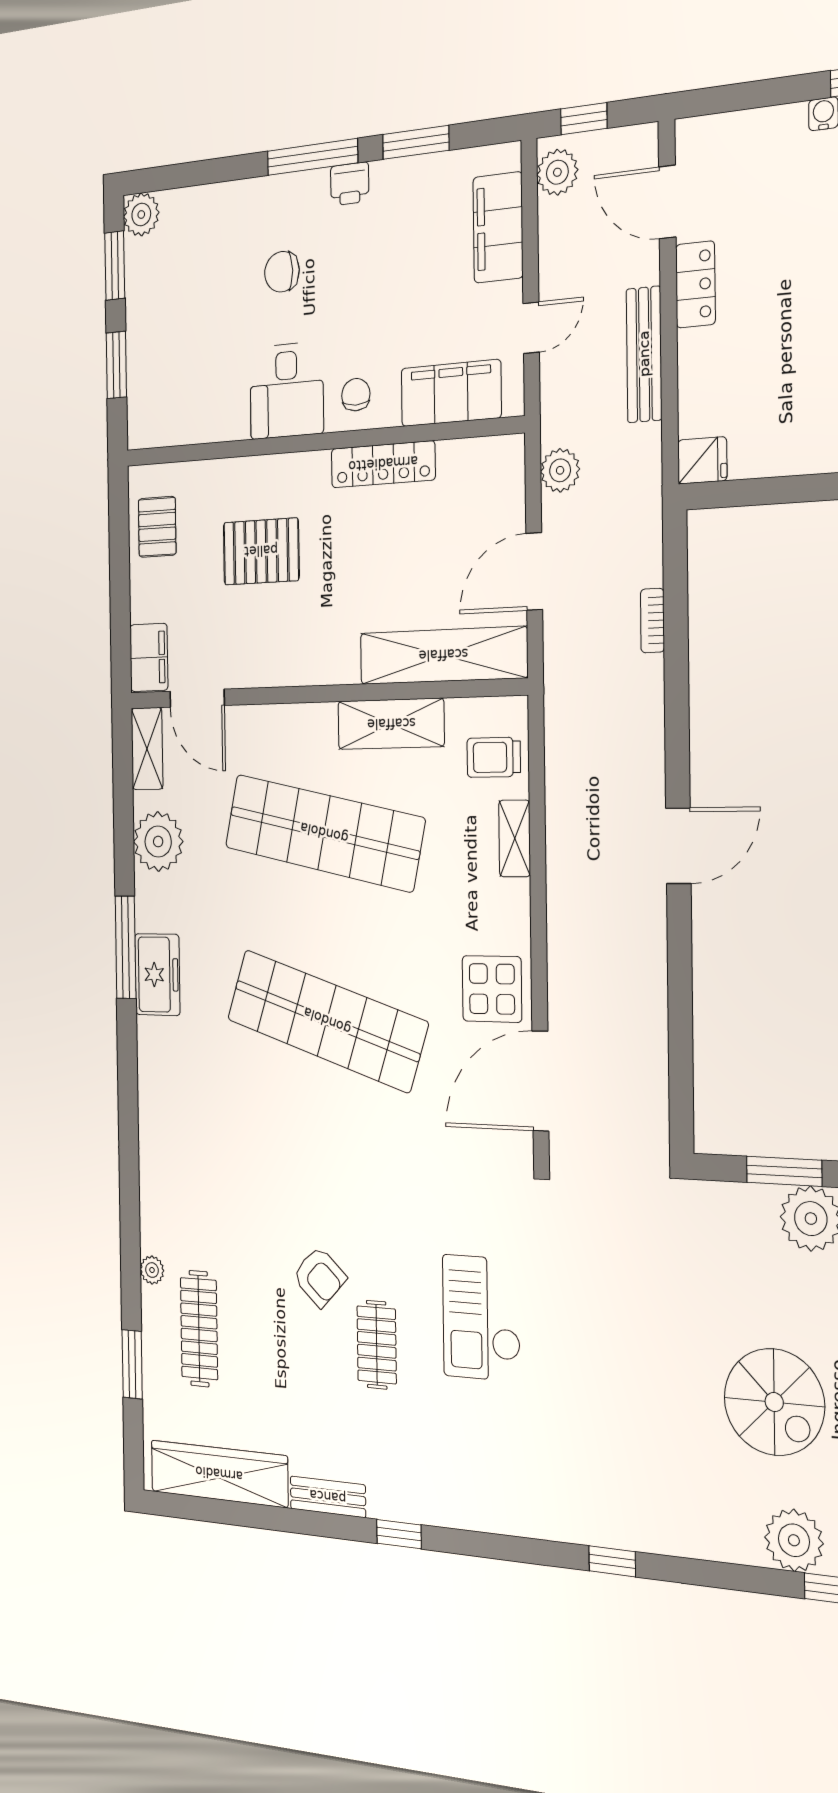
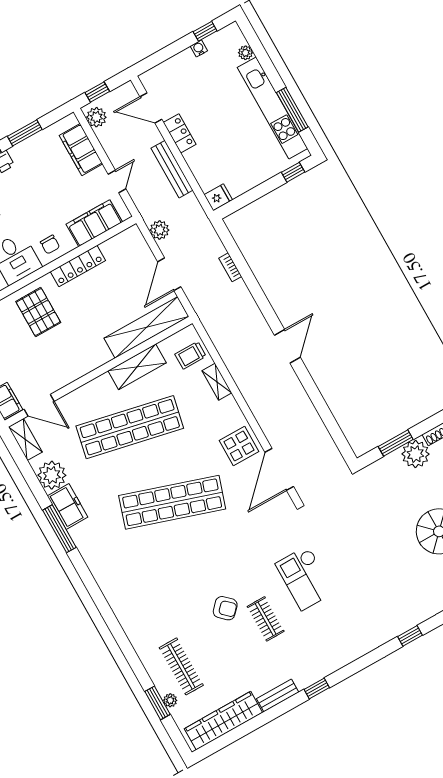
chair: (356, 395) -> (50, 244), turned 180
pallet: (261, 551) -> (38, 312), moved, turned 90
freezer: (157, 975) -> (68, 506), moved
plant: (152, 1270) -> (170, 700), moved

